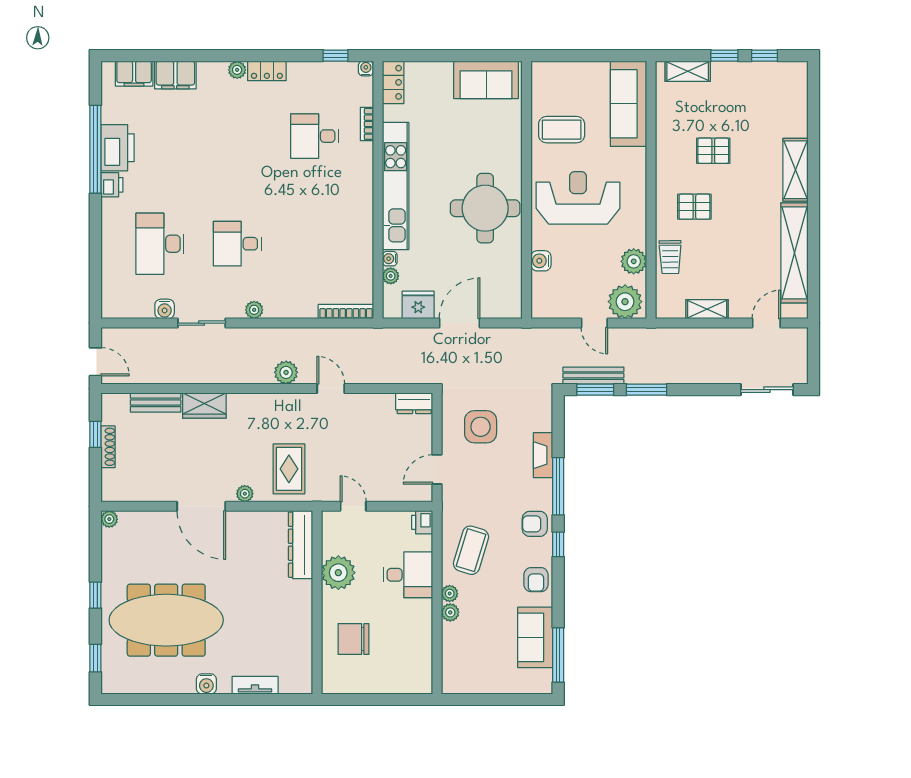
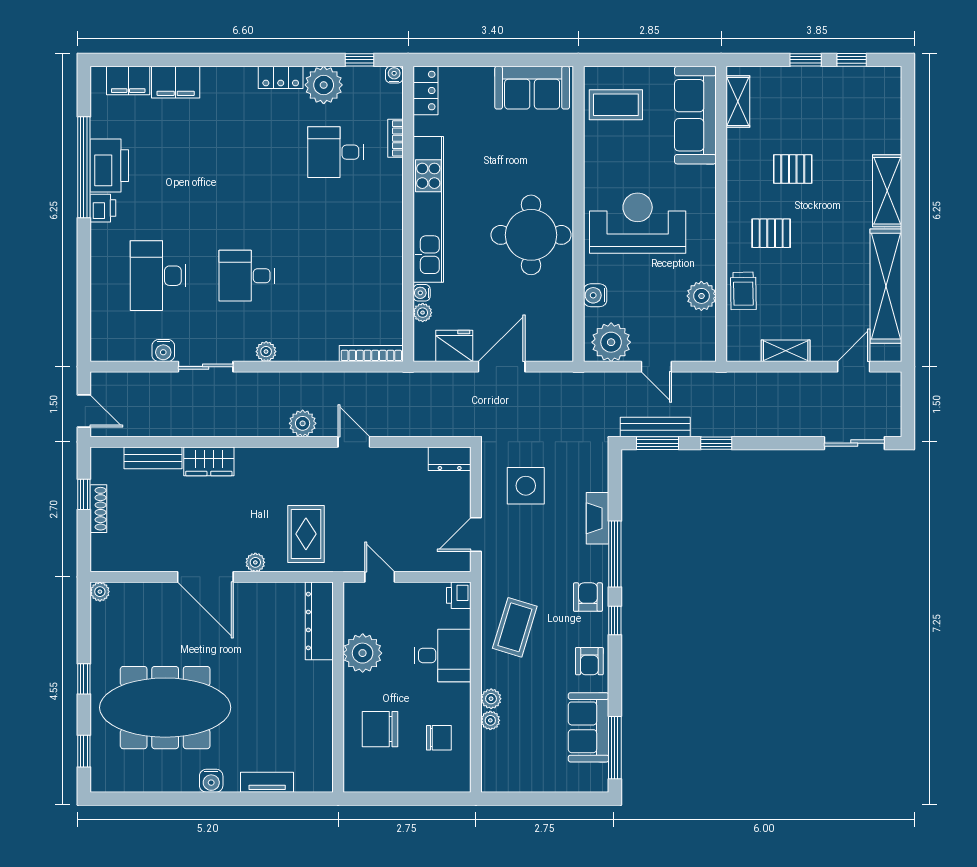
plant: (237, 70) -> (324, 85), moved, width x1.88, depth x1.88
shelving: (688, 71) -> (738, 101), moved, turned 90
coffee table: (562, 130) -> (616, 105), moved
plant: (625, 302) -> (611, 342), moved
window: (647, 390) -> (716, 443), width x0.67
armchair: (535, 524) -> (588, 597), turned 90
plant: (450, 594) -> (490, 720), moved
chair: (405, 646) -> (439, 738), added

